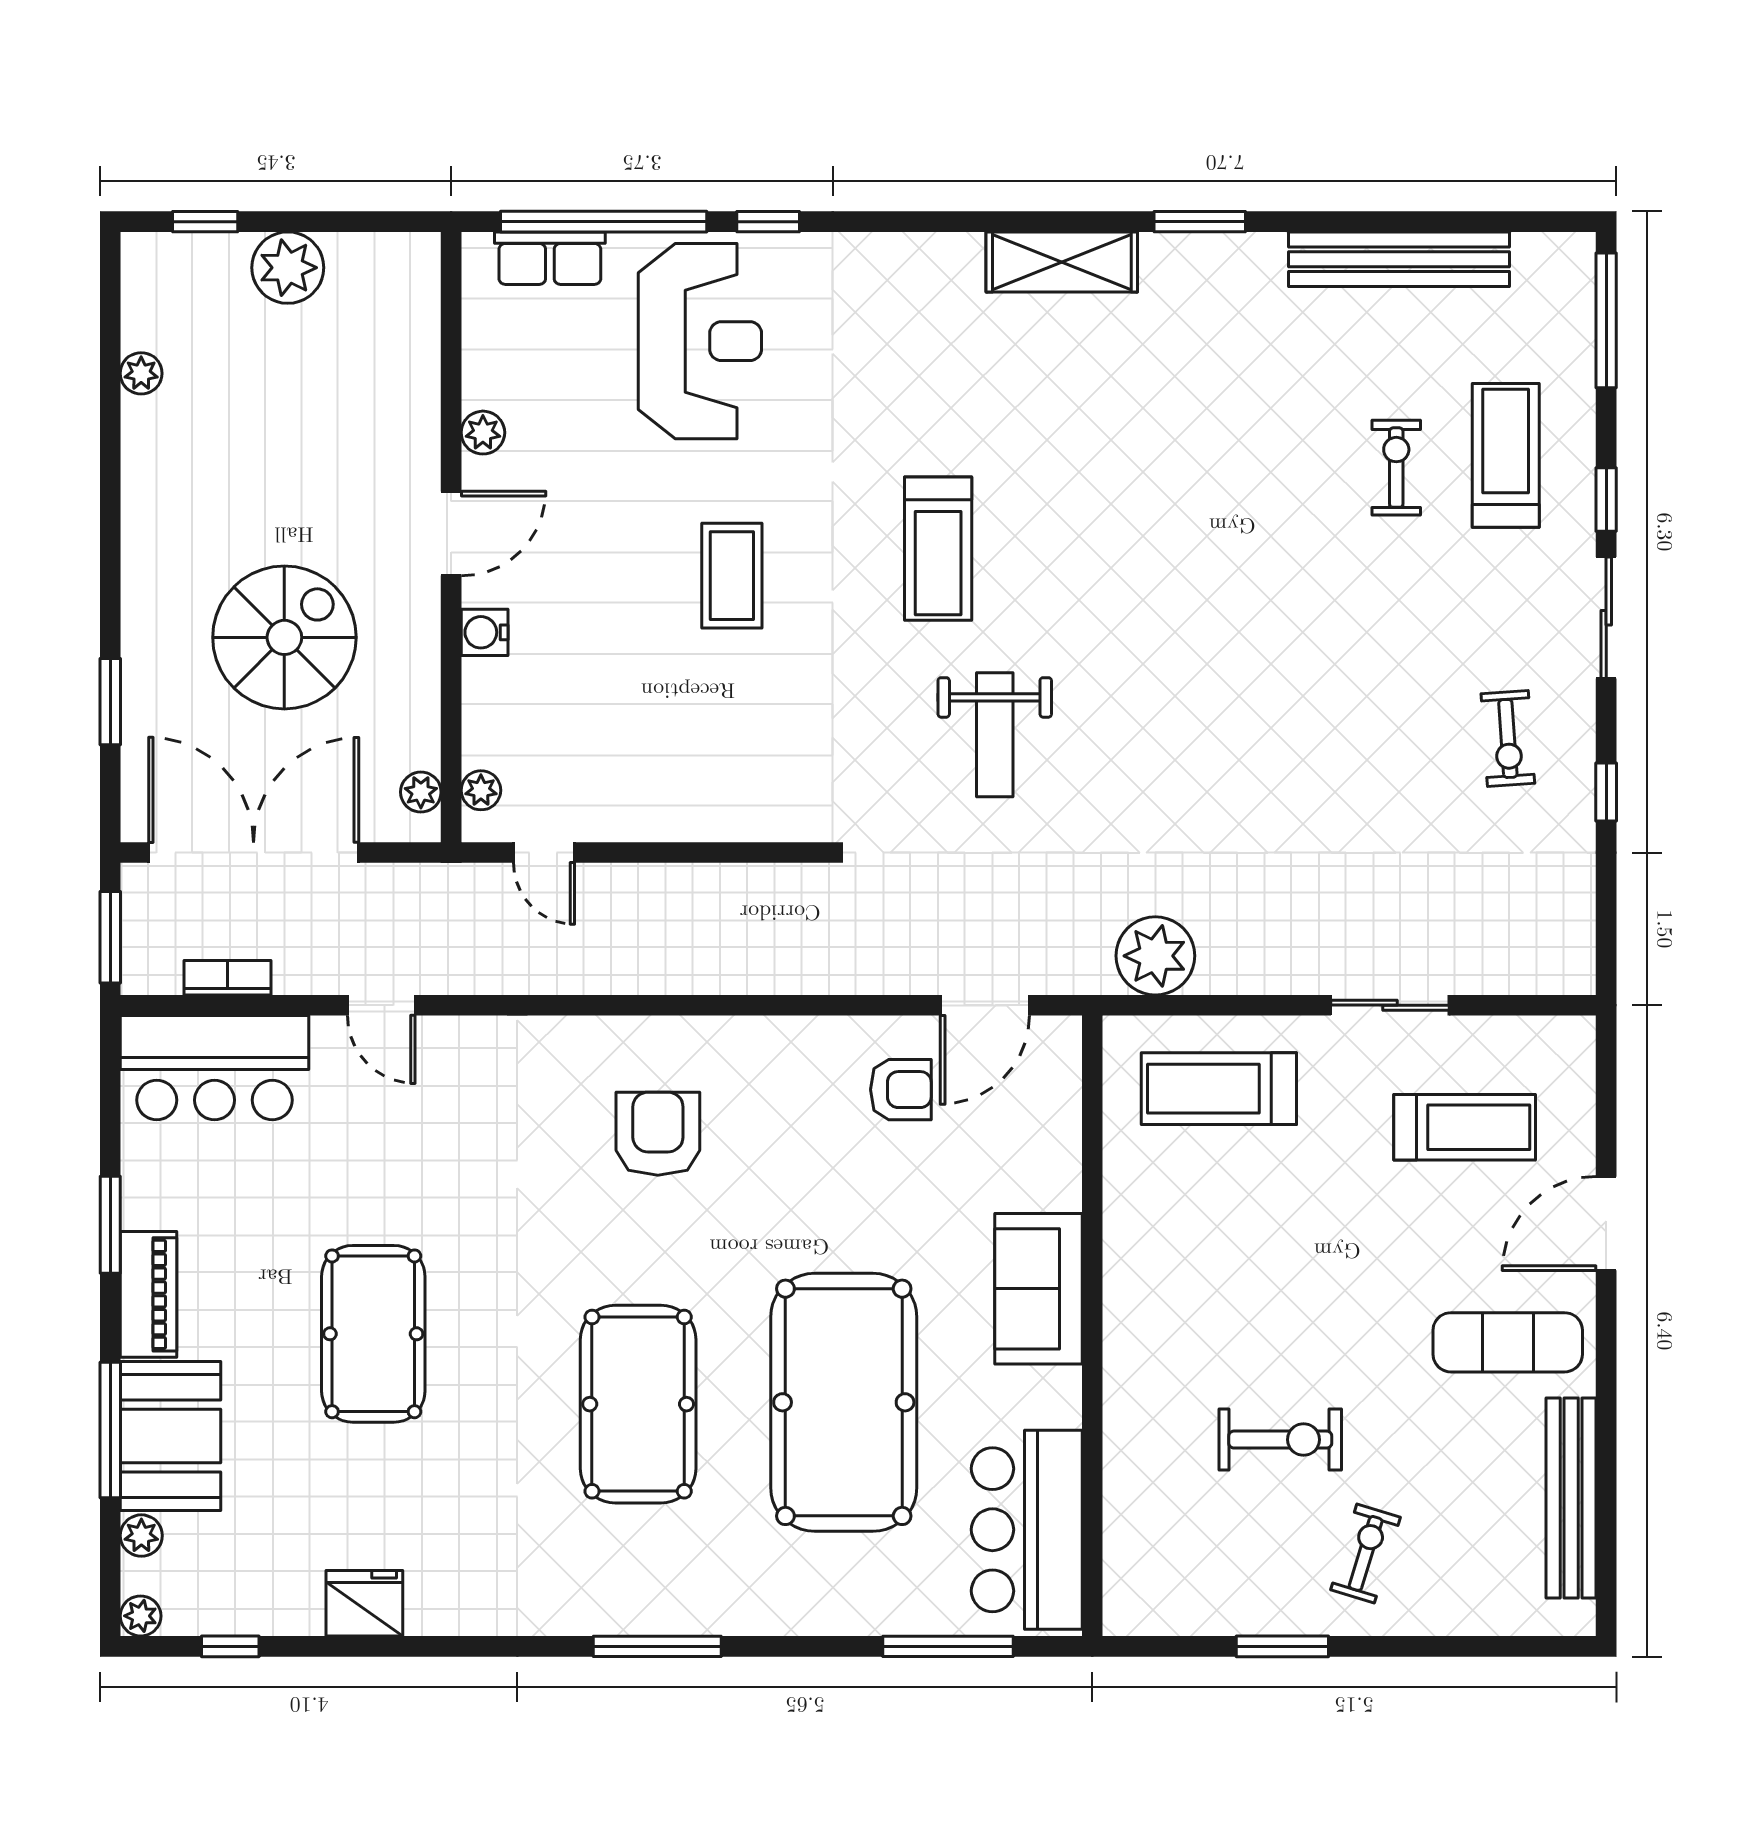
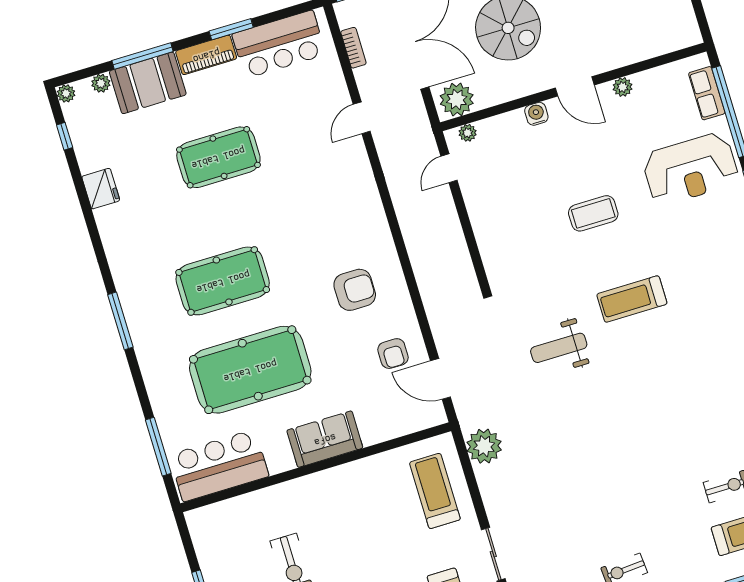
plant: (421, 792) -> (457, 99), width x1.88, depth x1.88
bar counter: (214, 1068) -> (279, 44), moved, turned -90
armchair: (658, 1134) -> (355, 290), moved

